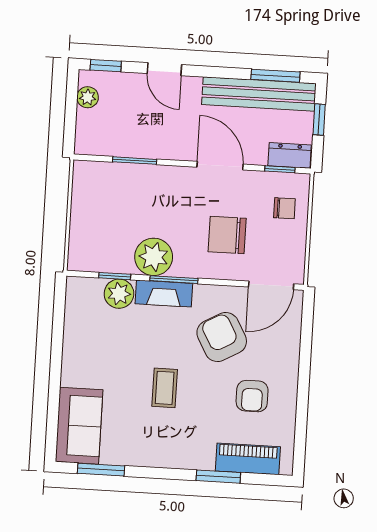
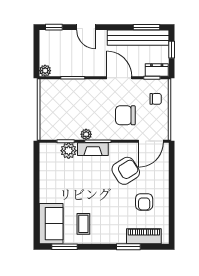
plant: (88, 97) -> (45, 71), moved
plant: (154, 257) -> (86, 134), width x0.53, depth x0.53
armchair: (222, 337) -> (126, 171), turned 87
coffee table: (165, 388) -> (83, 224), moved

